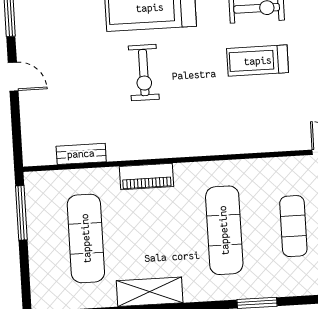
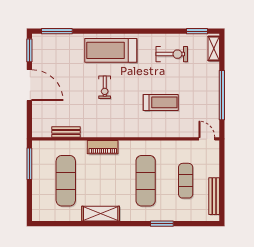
treadmill: (258, 61) -> (161, 102), moved, turned 180
exercise bike: (144, 73) -> (105, 87), width x0.73, depth x0.72
door: (13, 77) -> (29, 85), width x1.87

